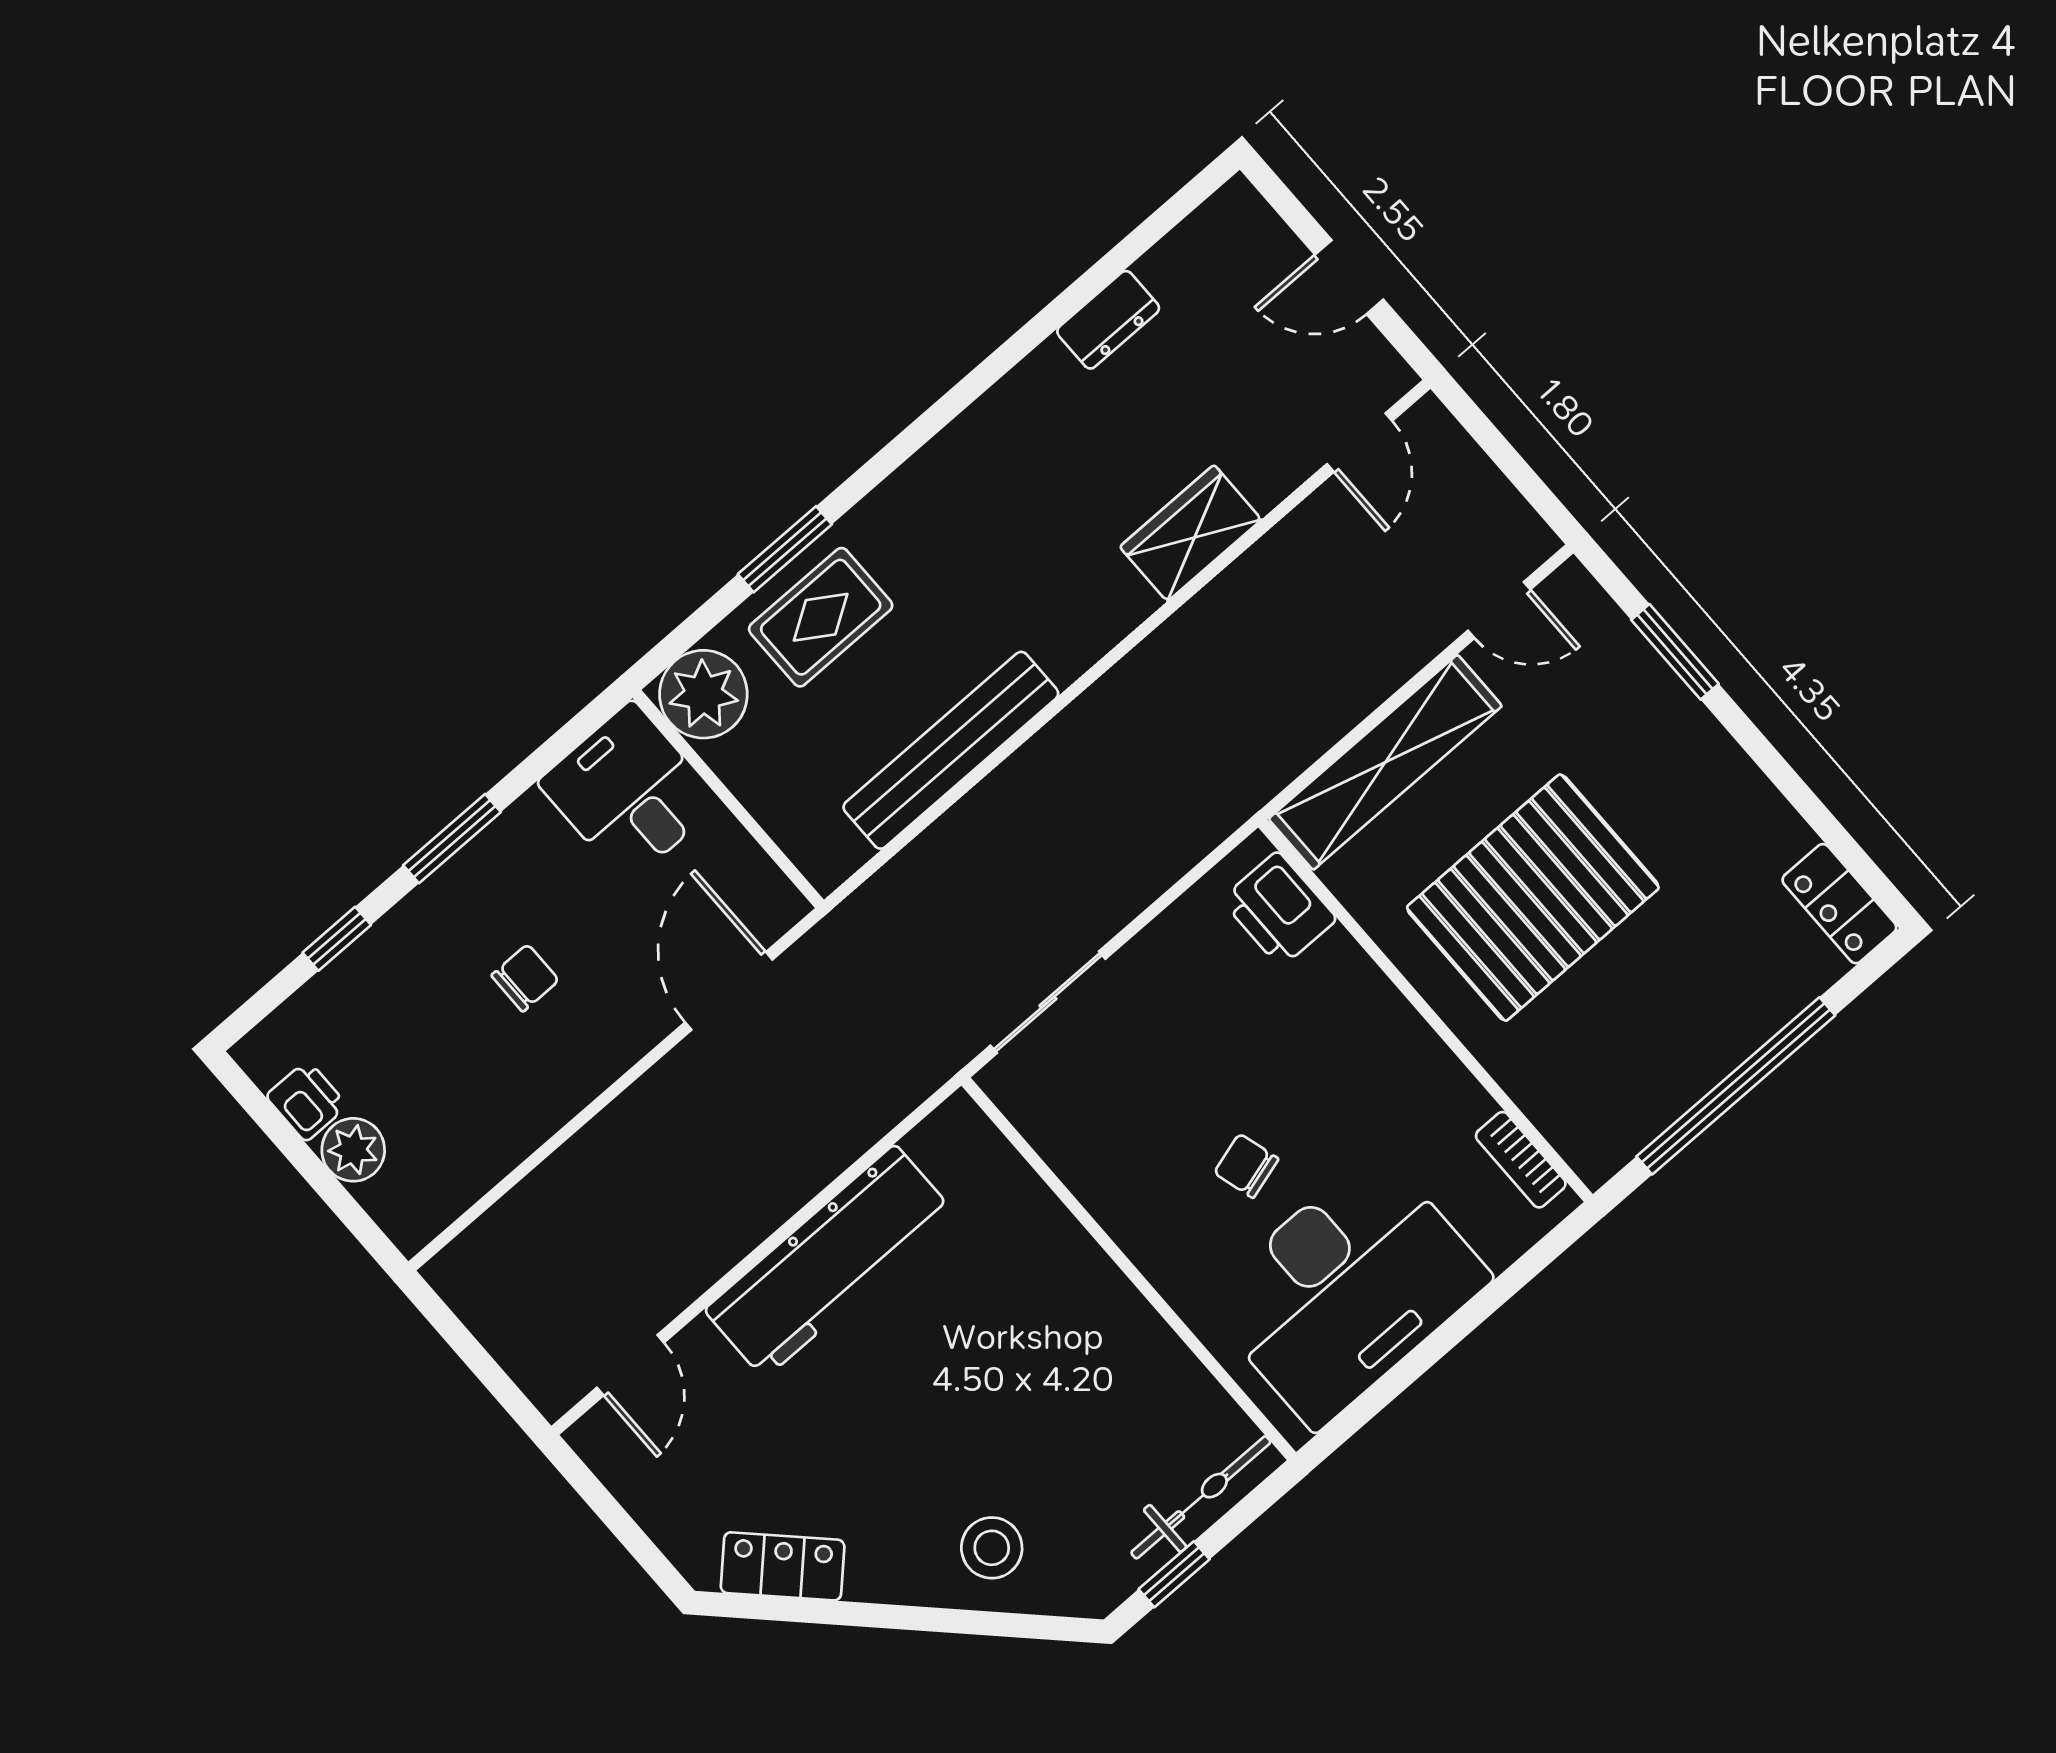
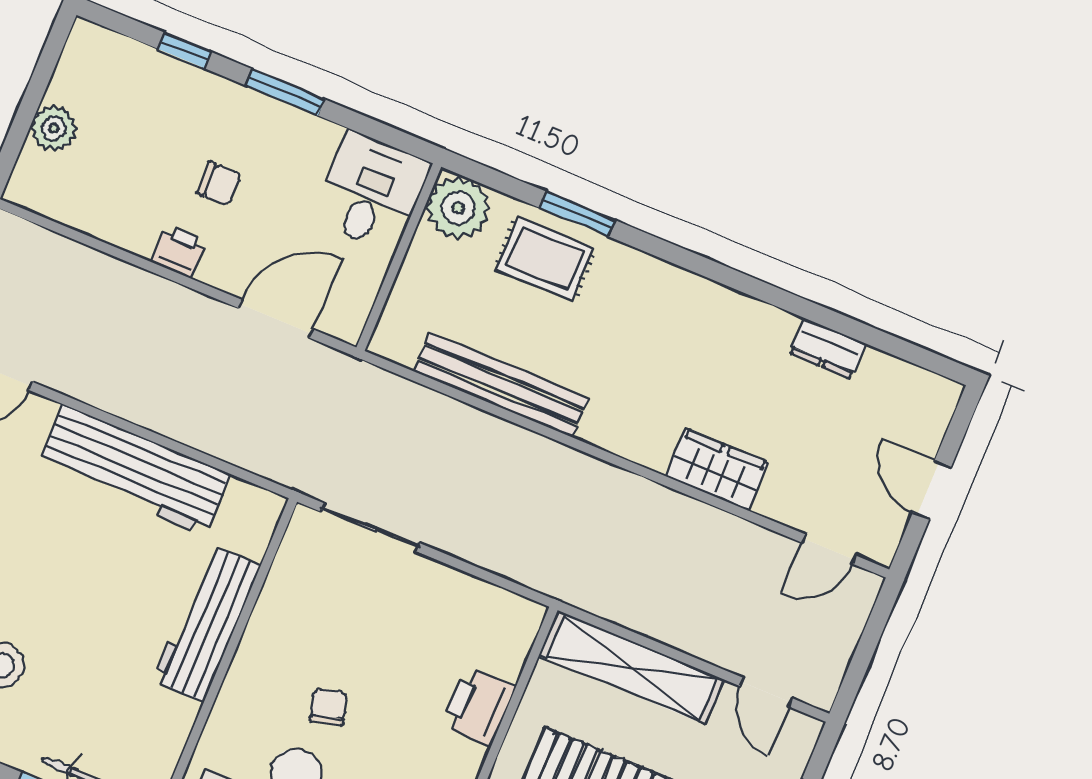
printer: (1279, 909) -> (479, 706), moved
printer: (307, 1101) -> (179, 252), moved, turned -90
workbench: (1066, 1265) -> (207, 623), added

